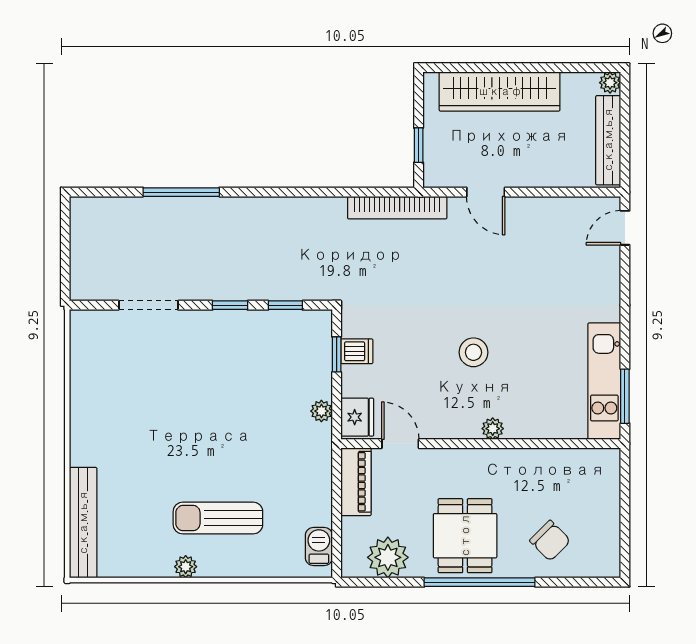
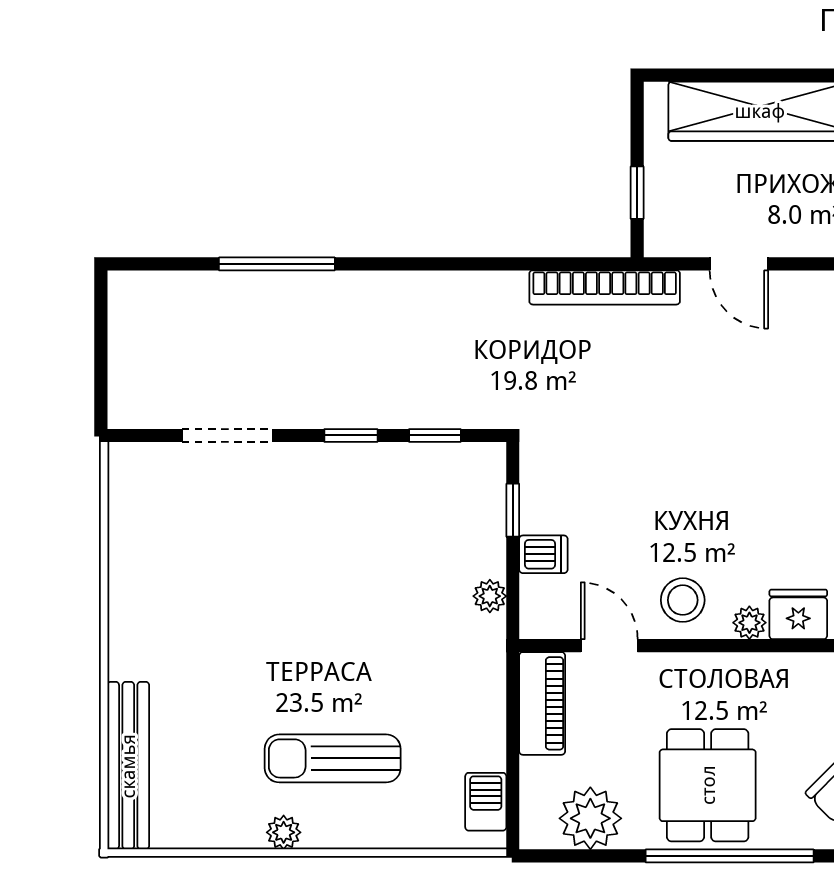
dishwasher: (357, 351) -> (543, 554), moved
stool: (473, 352) -> (683, 600), moved
fridge: (357, 417) -> (798, 614), moved, turned -90

